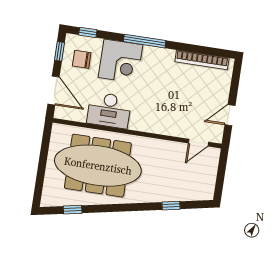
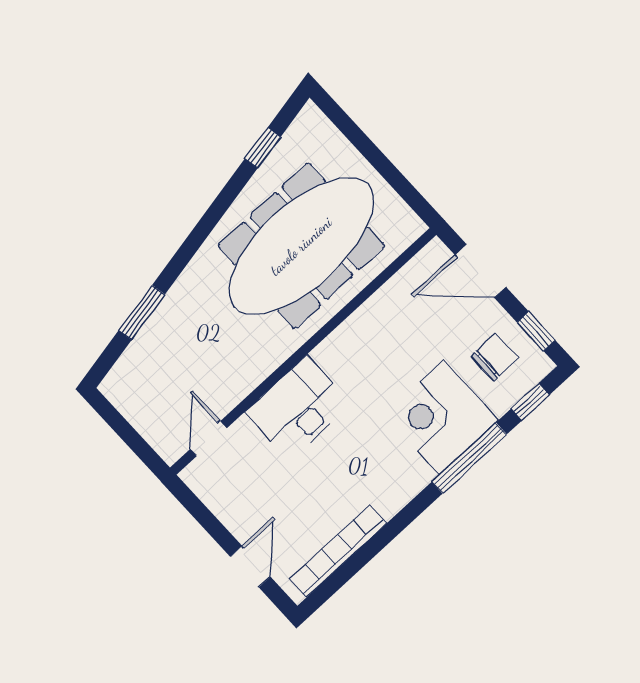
window: (145, 41) -> (469, 458), moved
desk: (109, 110) -> (298, 408), moved
door: (230, 115) -> (250, 567), moved
window: (171, 206) -> (142, 312), width x1.50

